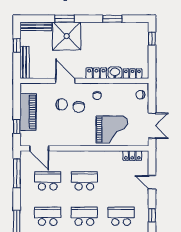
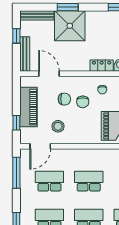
door: (65, 81) -> (49, 74), moved
stool: (56, 130) -> (58, 126), added
door: (39, 148) -> (40, 146), hinge flipped

